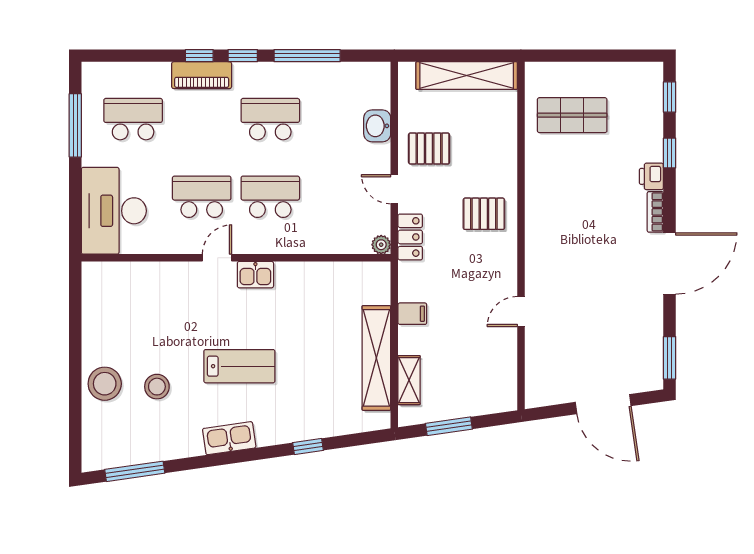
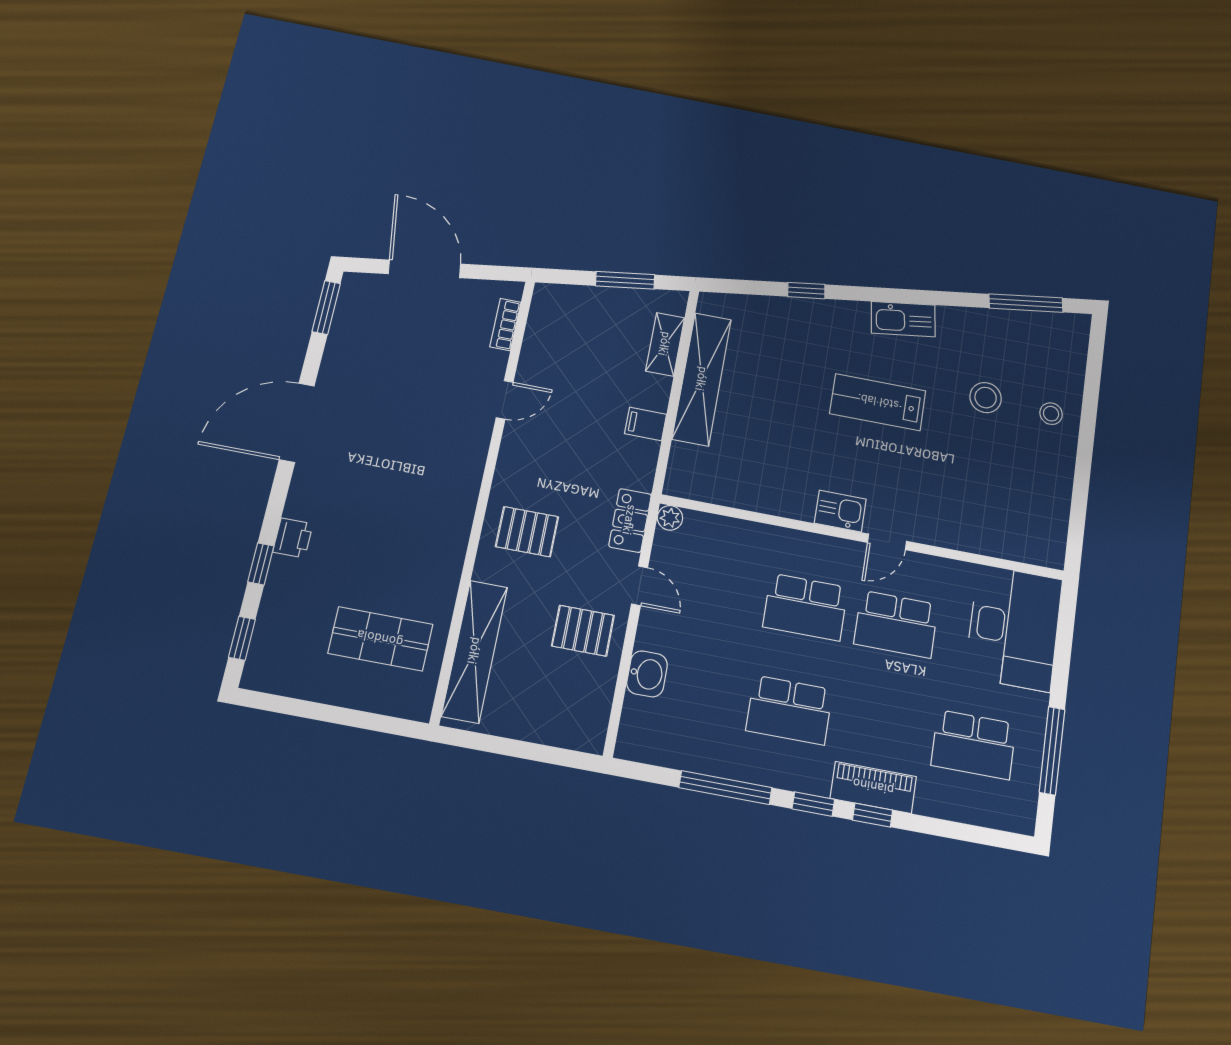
shelving: (467, 76) -> (475, 651), moved, turned 90
bookcase: (655, 212) -> (505, 324), moved, turned 180
stool: (105, 384) -> (1051, 414), width x0.53, depth x0.53

